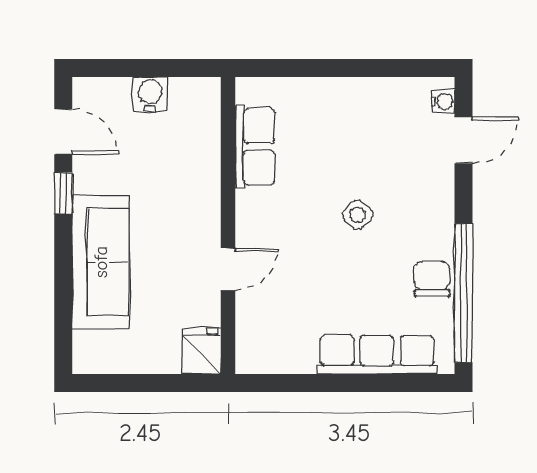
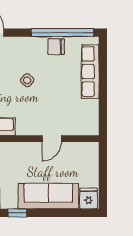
door: (228, 269) -> (52, 139), swing flipped
fridge: (202, 351) -> (89, 198), moved, turned 90

